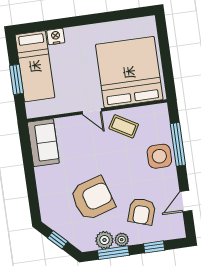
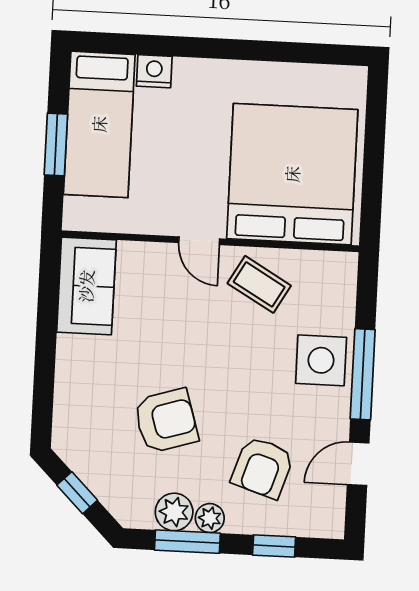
window: (178, 144) -> (363, 374), moved
armchair: (93, 198) -> (166, 421), width x0.73, depth x0.73

